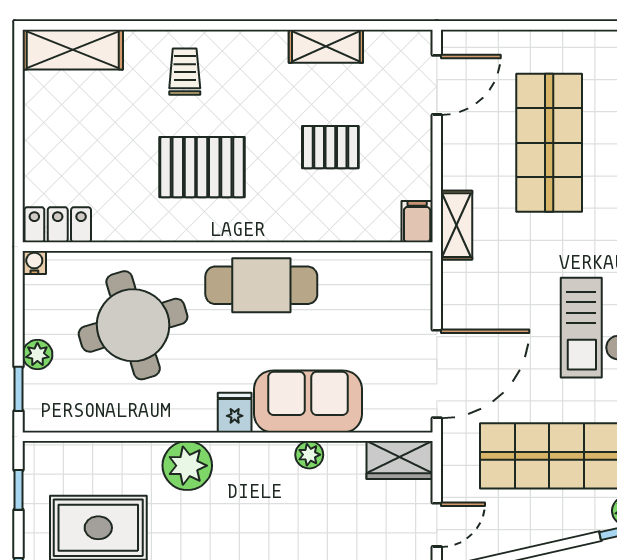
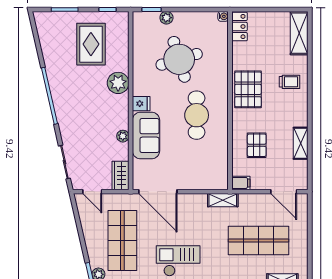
filing cabinet: (417, 222) -> (241, 183), moved
locker: (58, 225) -> (239, 27), moved
wall: (228, 247) -> (230, 101), moved
water cooler: (34, 262) -> (223, 16), moved

